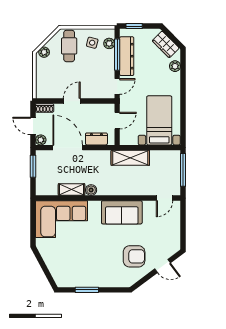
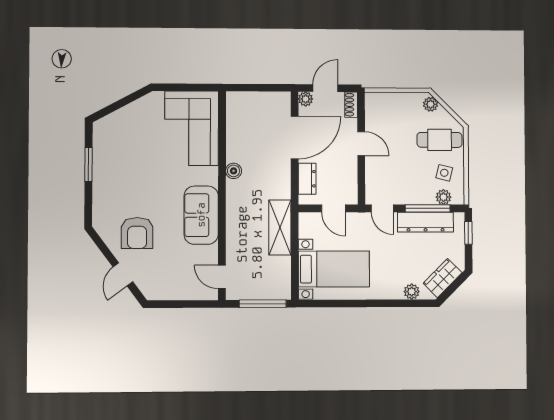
window: (33, 166) -> (268, 88), removed
shelving: (72, 190) -> (234, 143), removed

